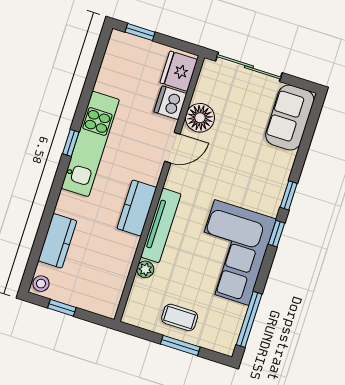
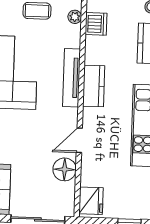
dishwasher: (170, 103) -> (96, 24), moved
plant: (145, 269) -> (75, 17), moved

